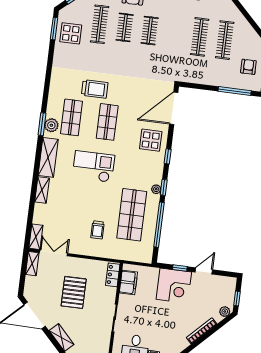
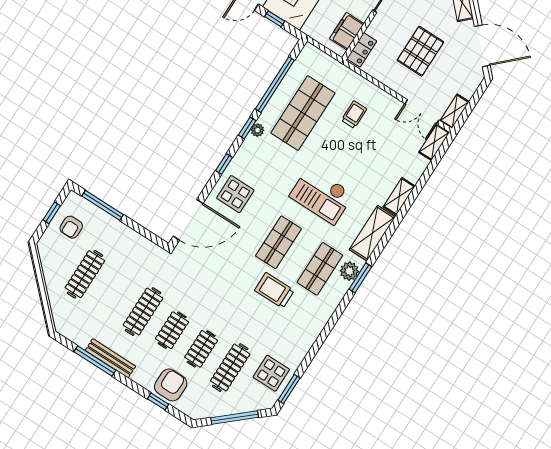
clothes rail: (200, 37) -> (143, 312), moved

